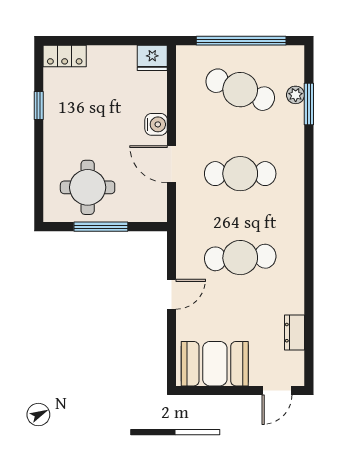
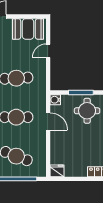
water cooler: (156, 124) -> (55, 100), moved
door: (172, 294) -> (48, 51), moved

